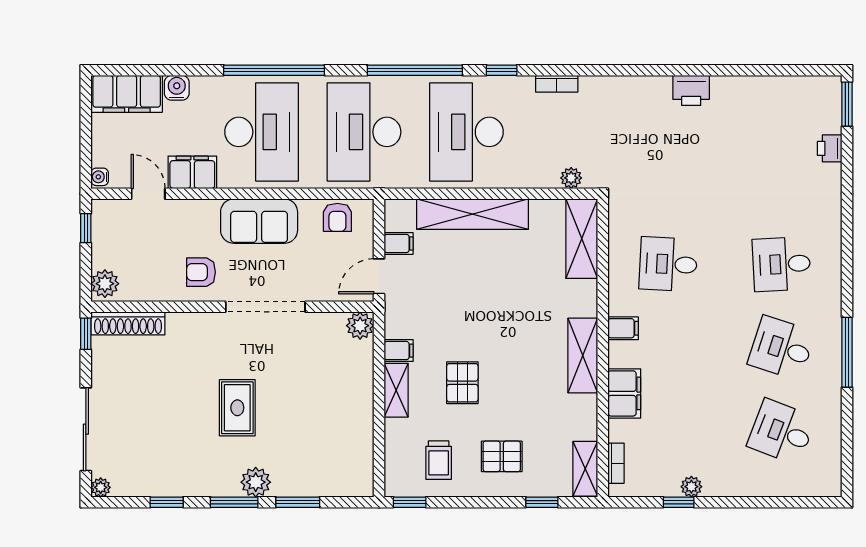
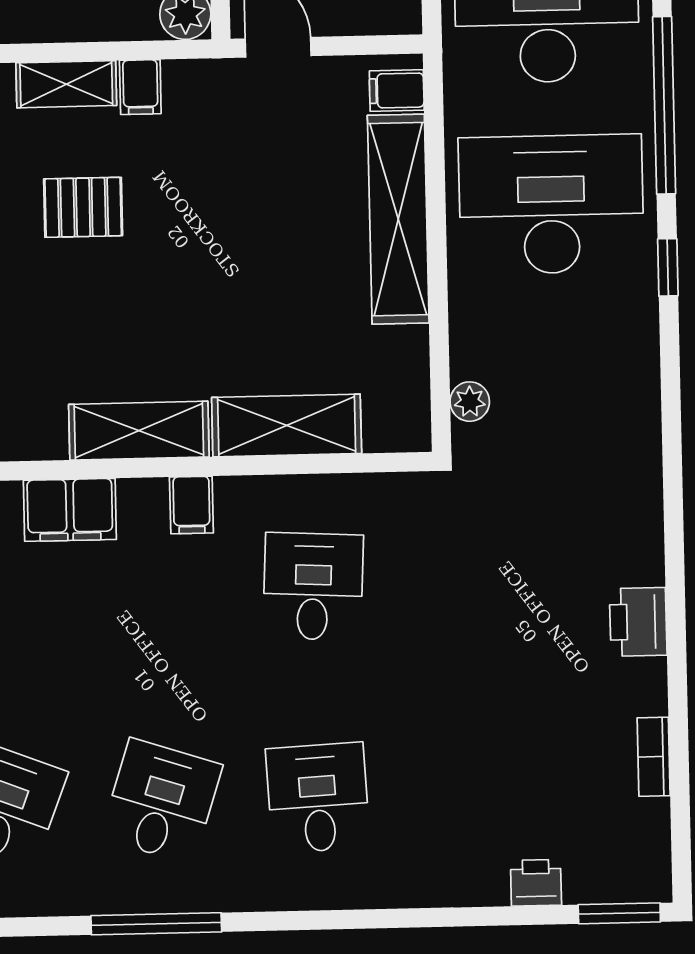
bookcase: (557, 84) -> (654, 757), moved
shelving: (582, 239) -> (287, 425), moved
filing cabinet: (399, 243) -> (397, 91), moved, turned 90

